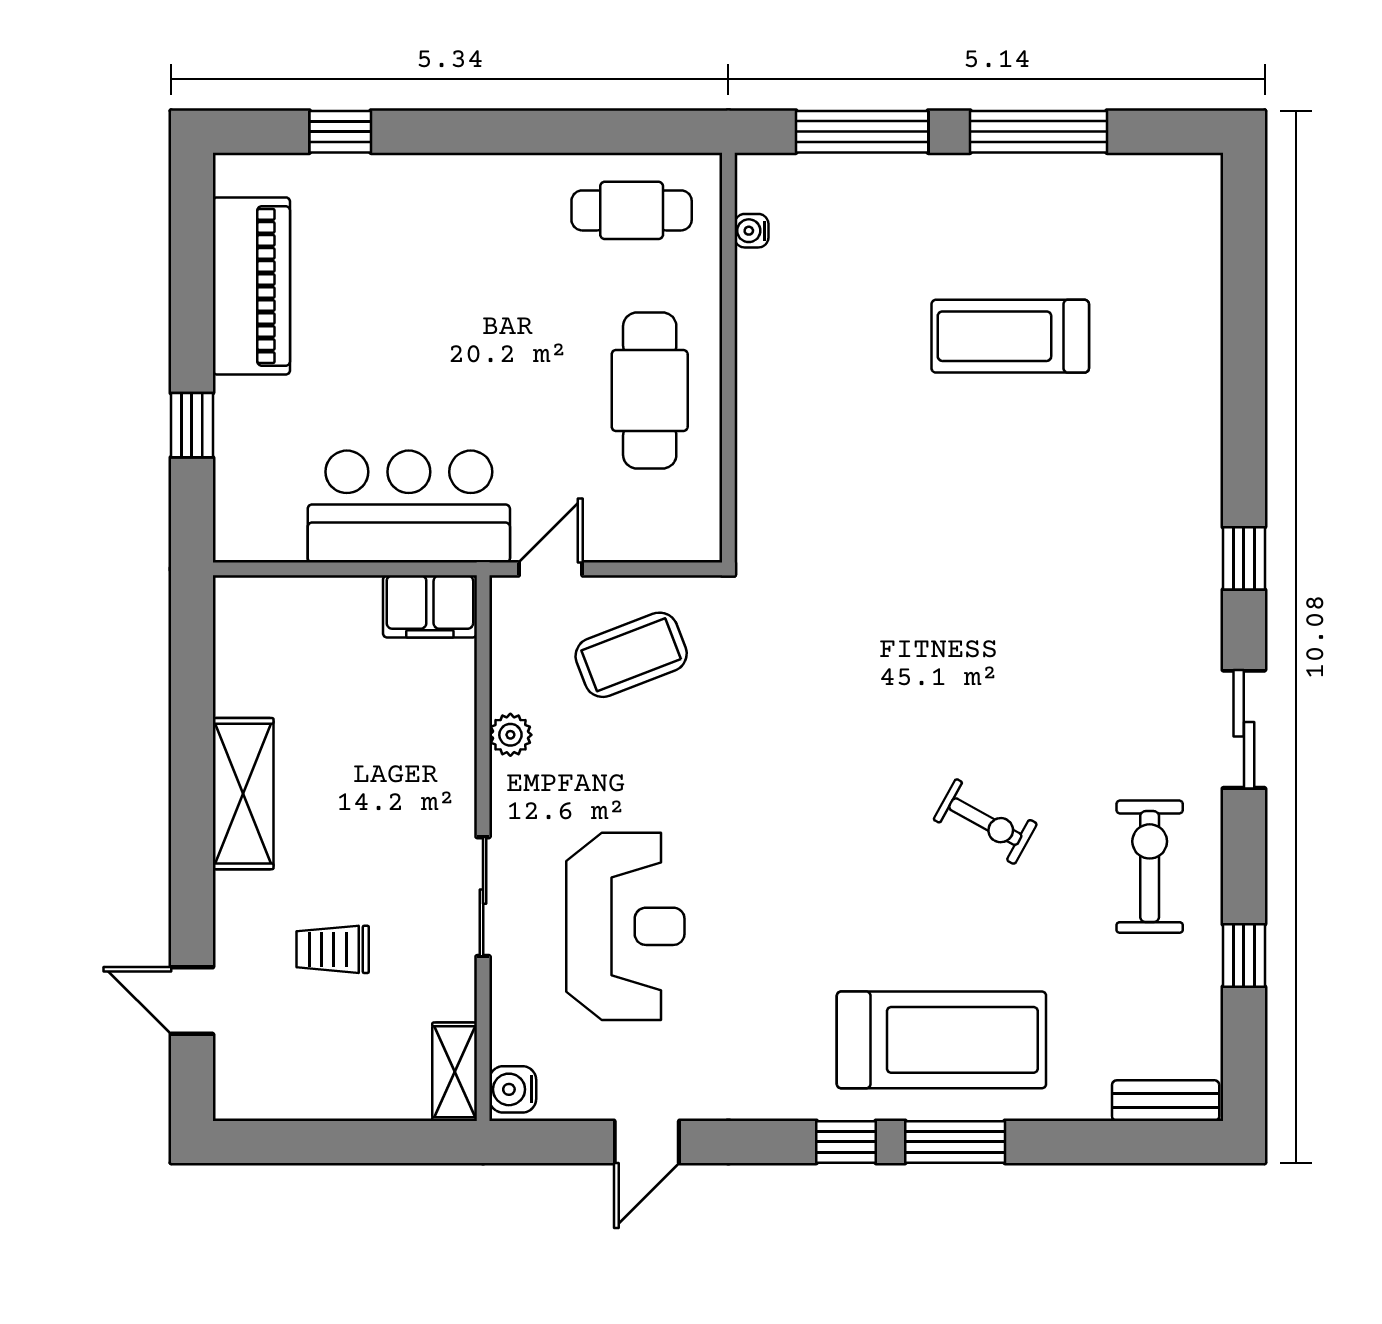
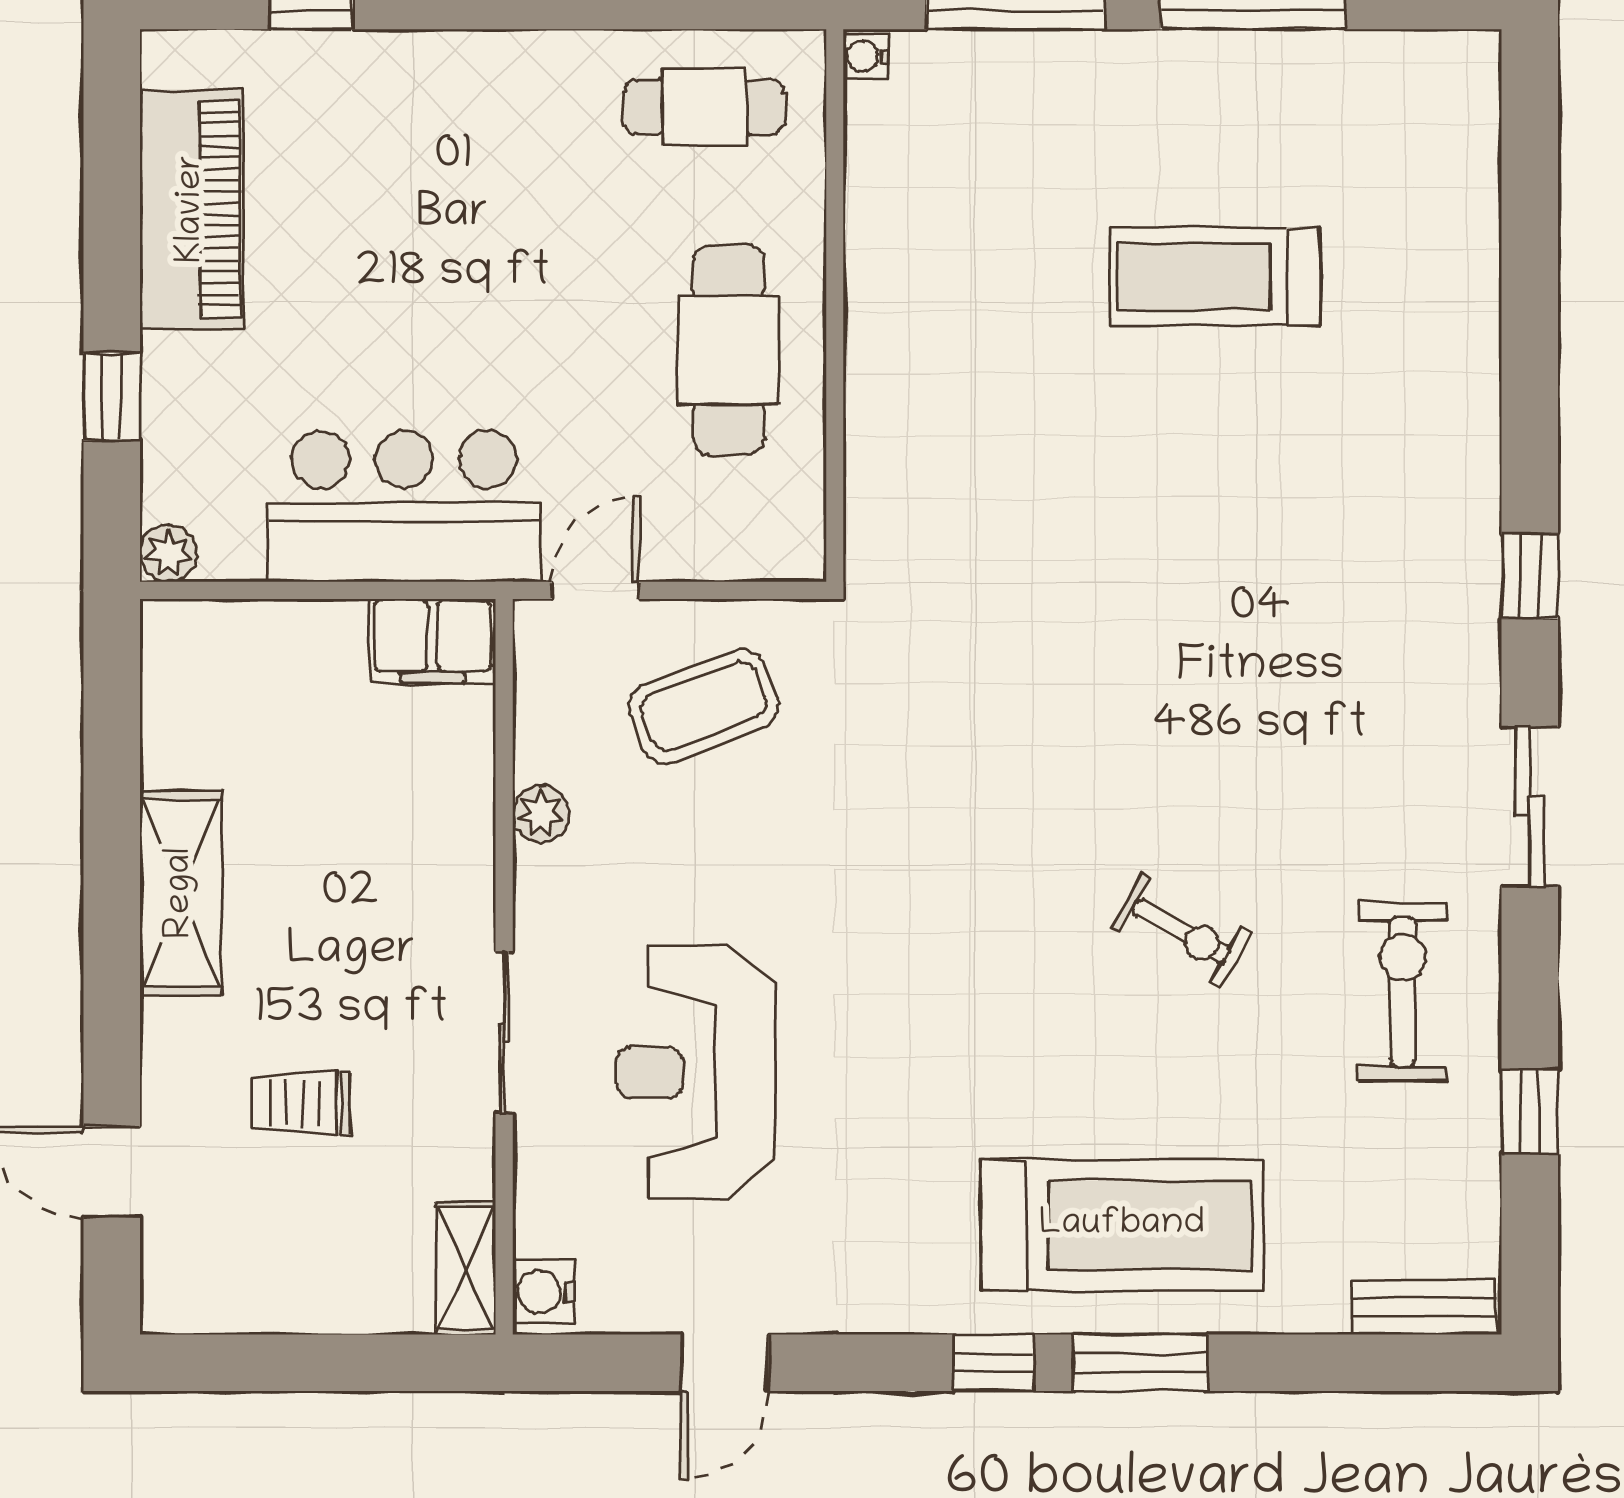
water cooler: (751, 231) -> (866, 56), moved
plant: (234, 541) -> (168, 553), added
reception desk: (625, 926) -> (696, 1072), turned 180

